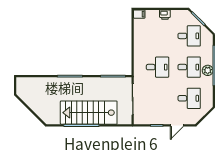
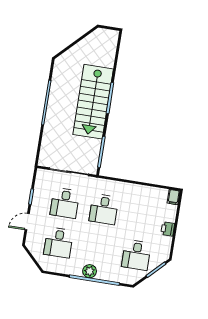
desk: (189, 67) -> (65, 203), moved
stairs: (89, 113) -> (93, 102), moved, turned 180
door: (177, 125) -> (27, 222), hinge flipped

